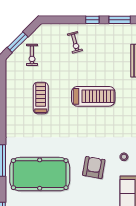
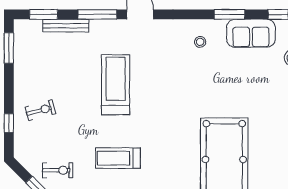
window: (92, 20) -> (9, 123), moved
armchair: (94, 167) -> (215, 84), removed

